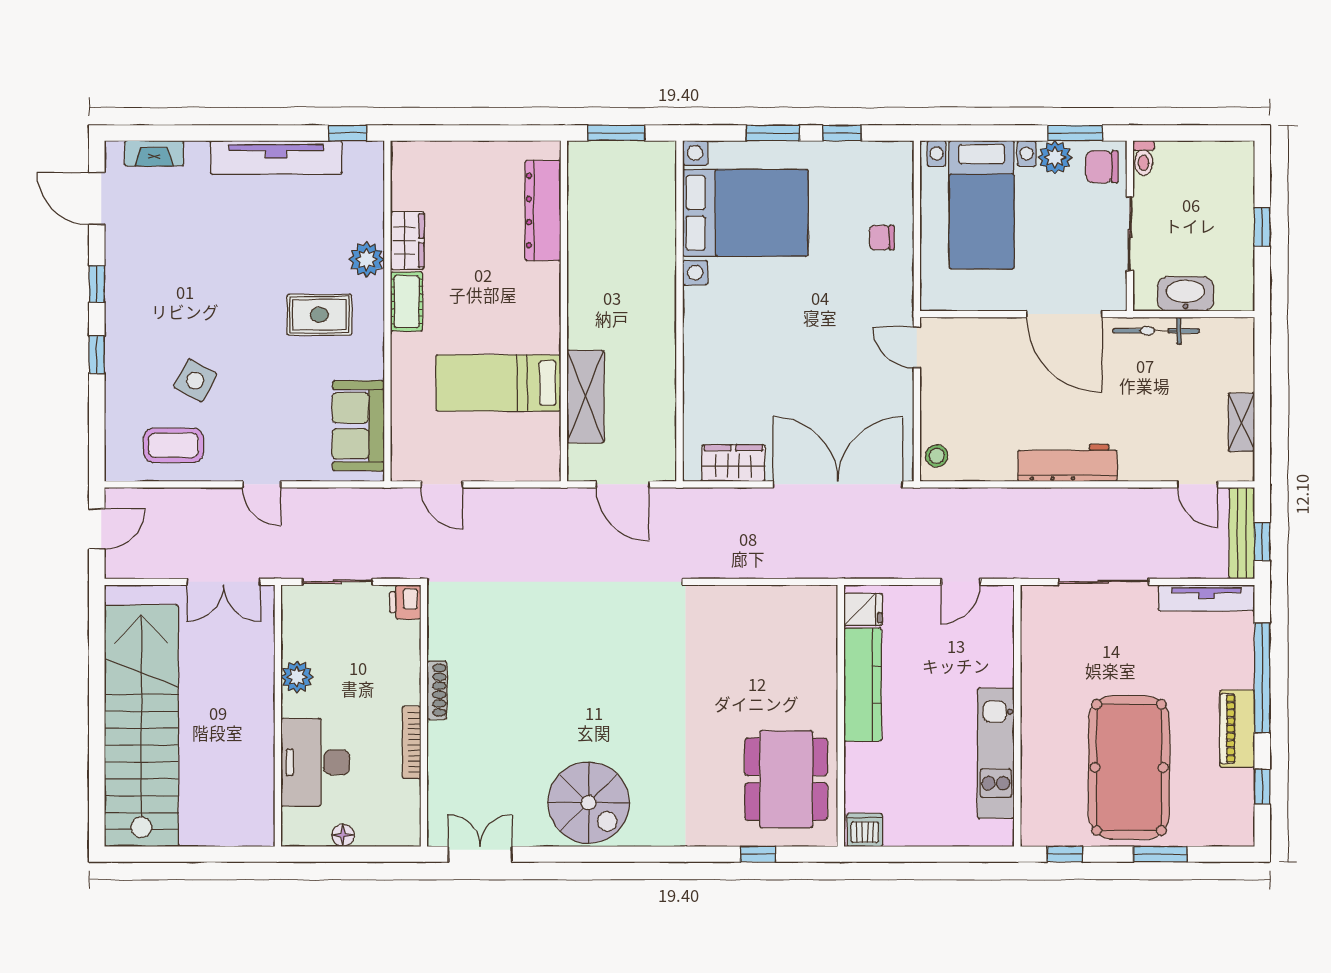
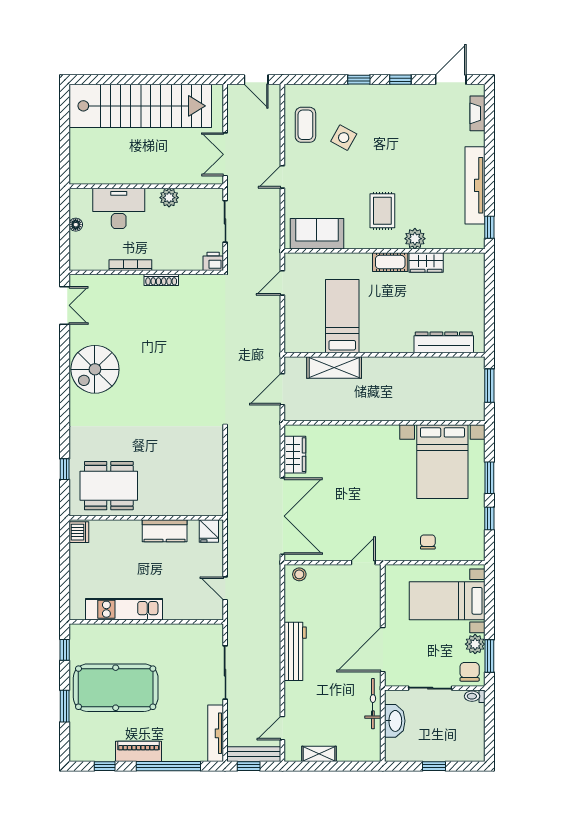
kitchen counter: (863, 684) -> (165, 531), width x0.67

